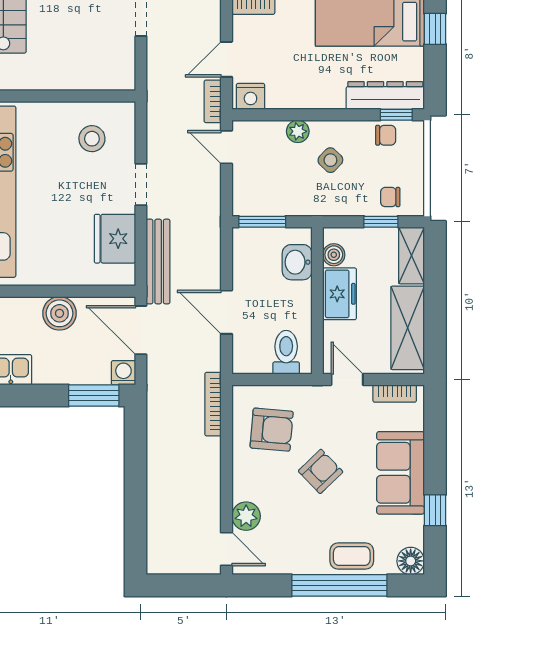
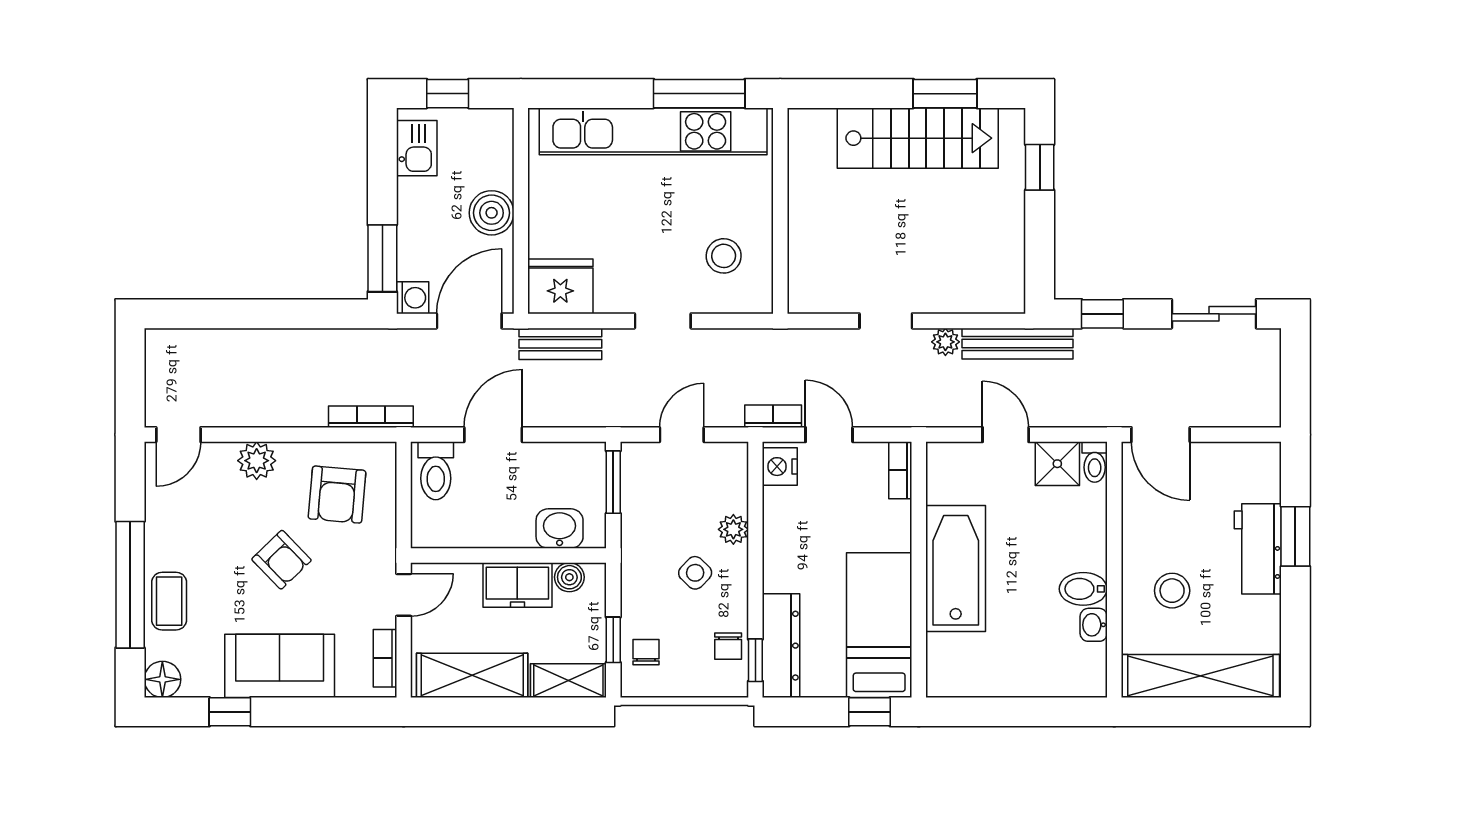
door: (226, 147) -> (682, 435), moved
fridge: (115, 239) -> (560, 286), moved
bench: (158, 261) -> (560, 344), width x0.73
toilet: (286, 352) -> (436, 471), moved, turned 90
plant: (246, 516) -> (257, 461), moved

